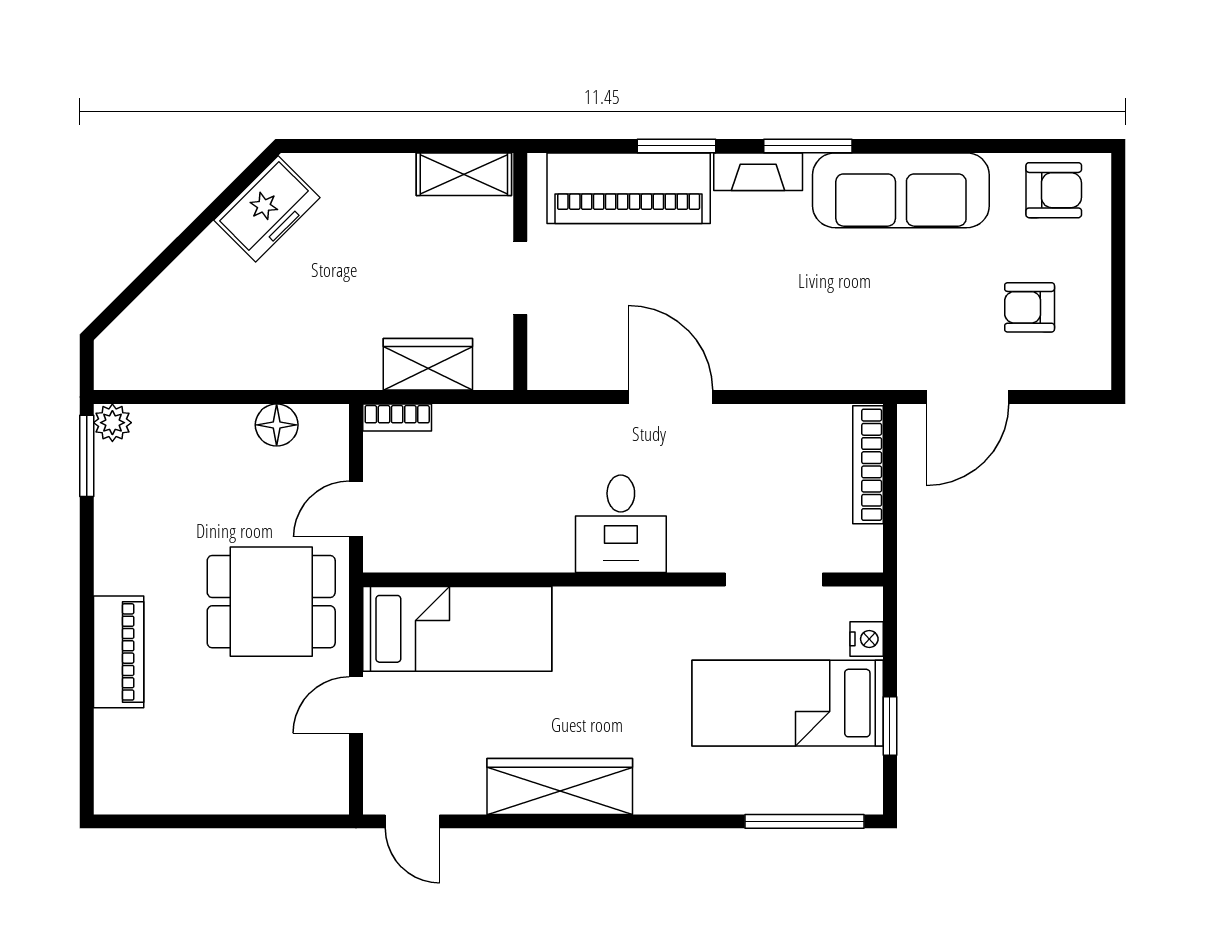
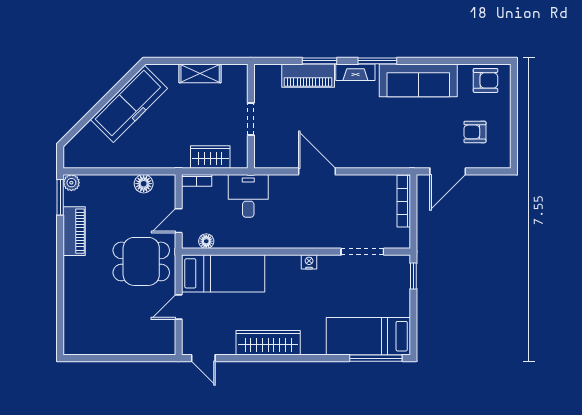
shelving: (464, 174) -> (200, 73), moved
piano: (629, 188) -> (308, 76), width x0.73, depth x0.75
freezer: (267, 209) -> (129, 104), width x1.91, depth x1.26
desk: (621, 524) -> (248, 196), moved, turned 180
floor lamp: (419, 556) -> (206, 241), added
nightstand: (867, 639) -> (309, 262), moved, turned -90
piano: (119, 652) -> (74, 231), moved
bed: (788, 703) -> (368, 336), moved
window: (890, 726) -> (413, 276), moved

